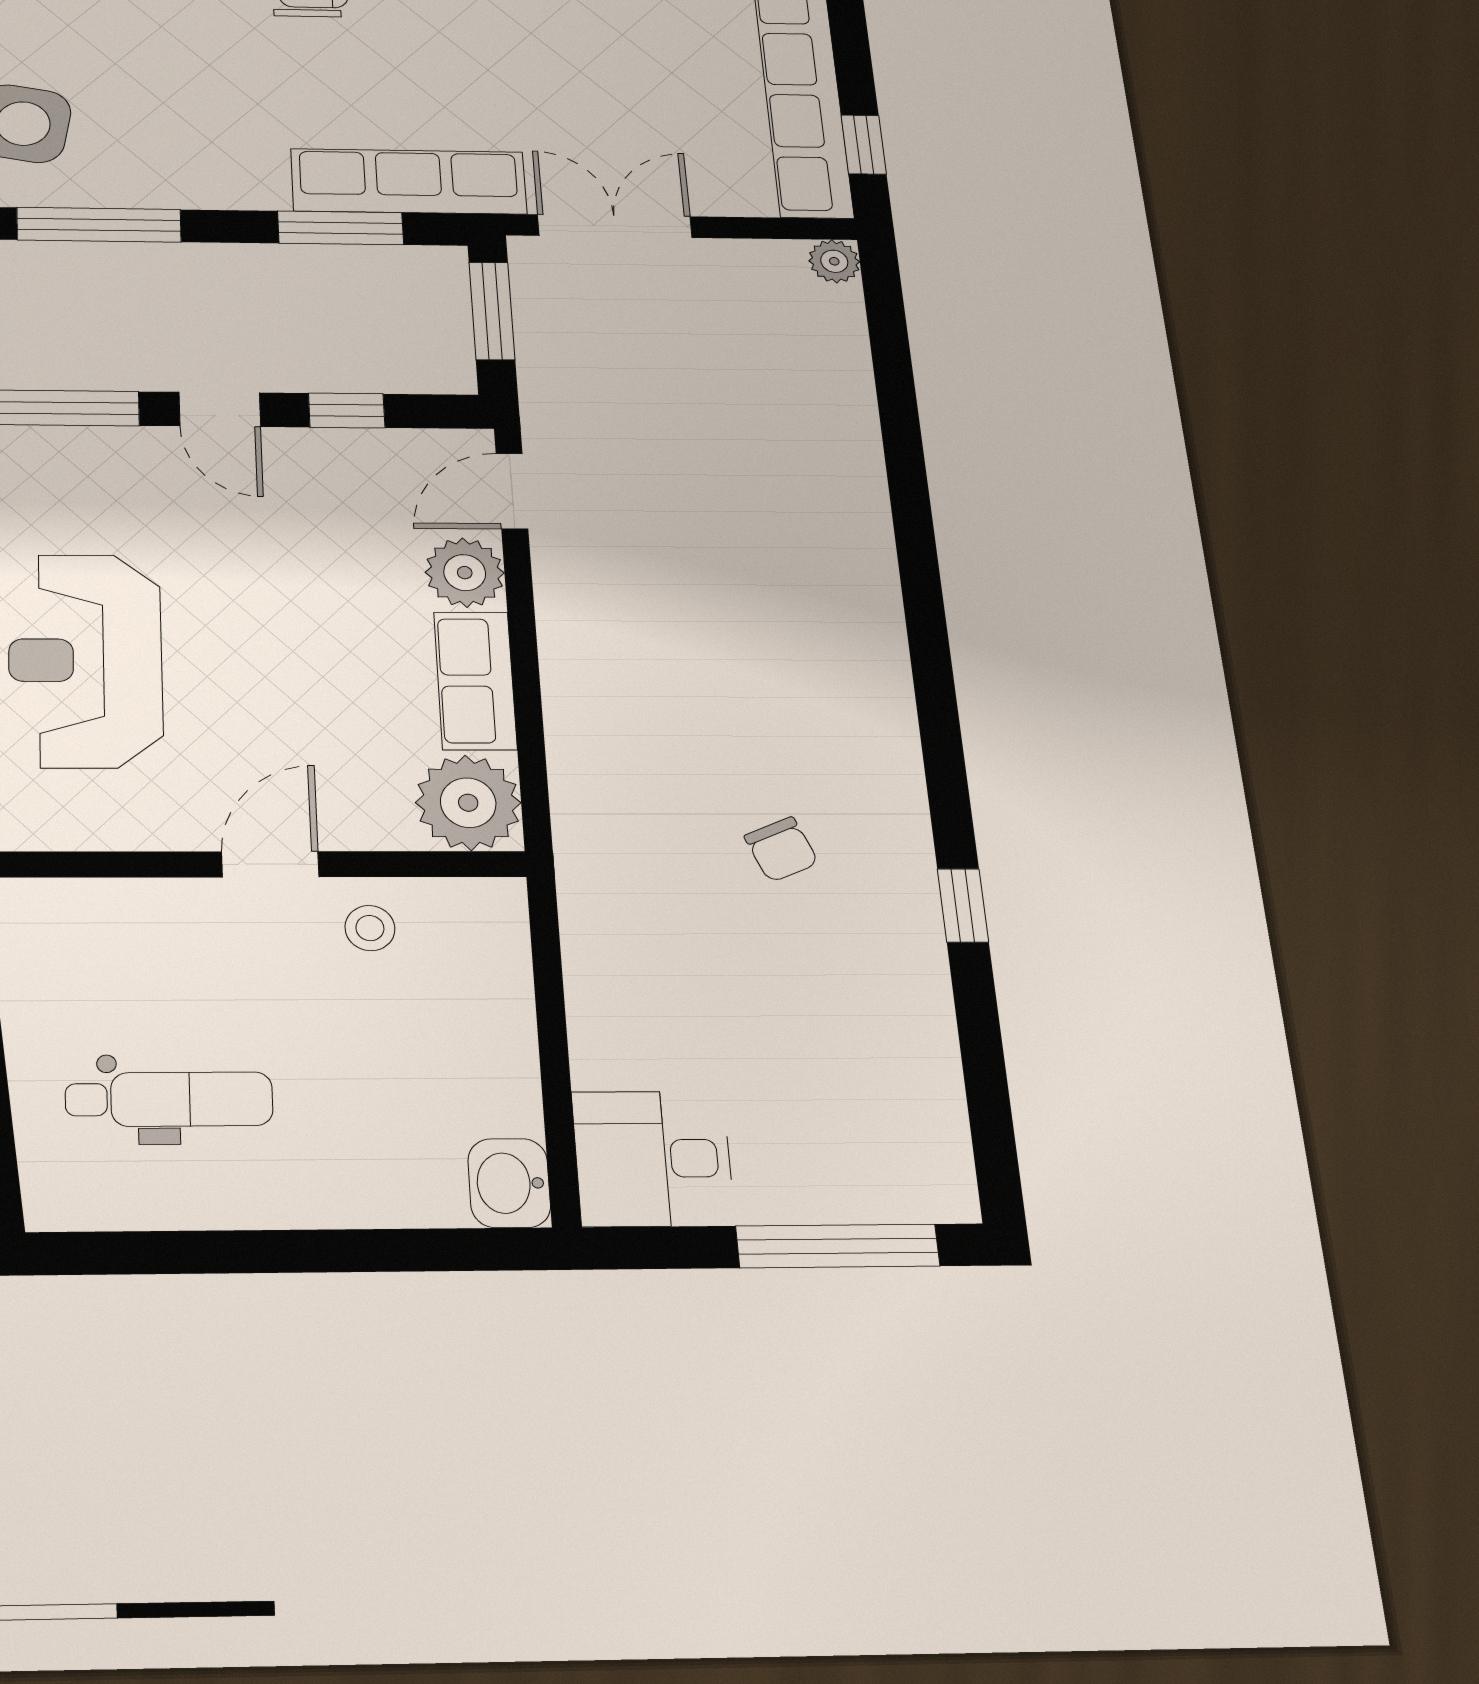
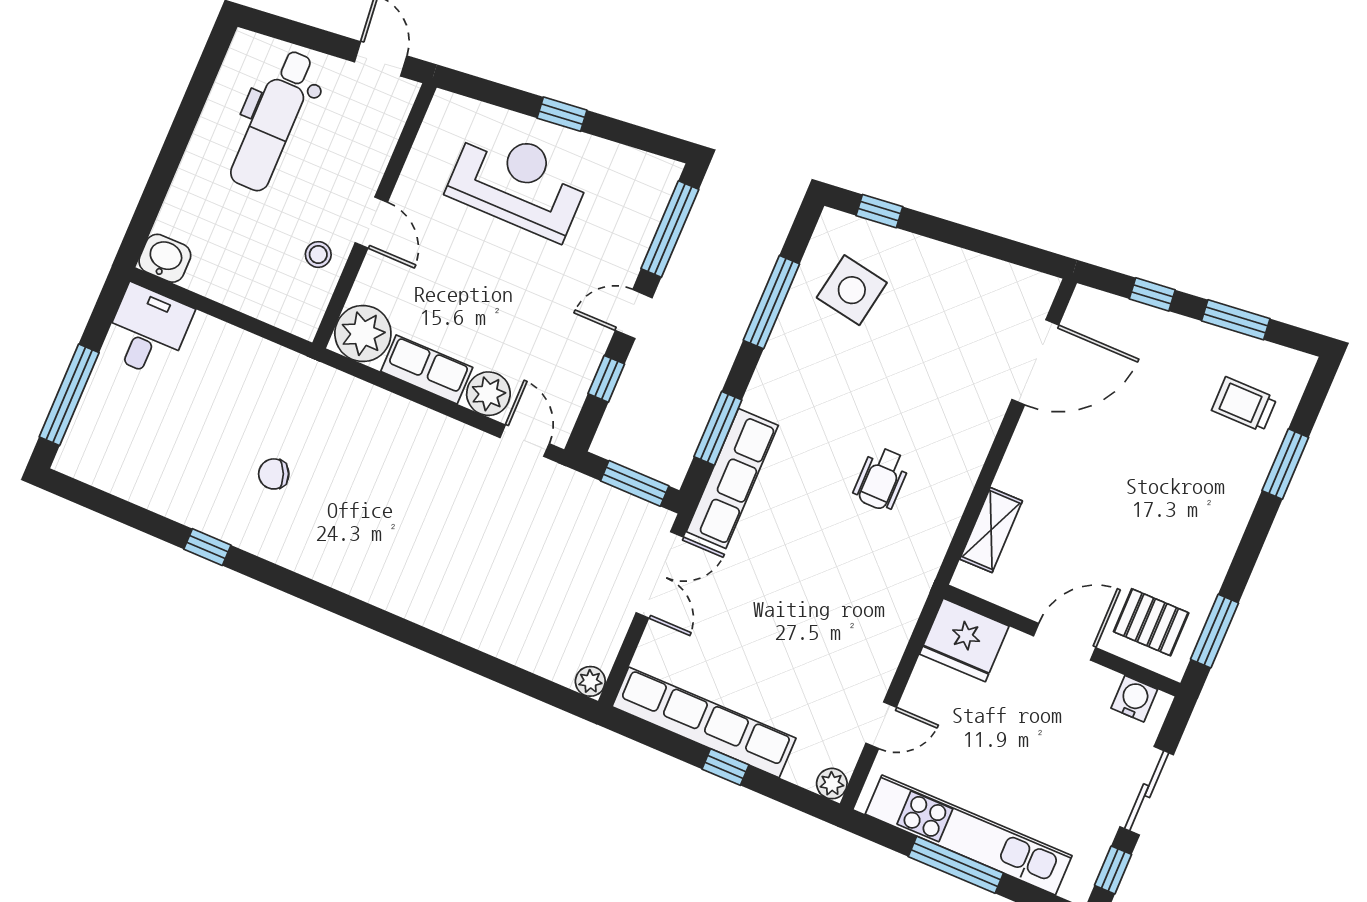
window: (864, 145) -> (725, 767), moved
dental chair: (169, 1099) -> (273, 121), width x1.36, depth x1.38

